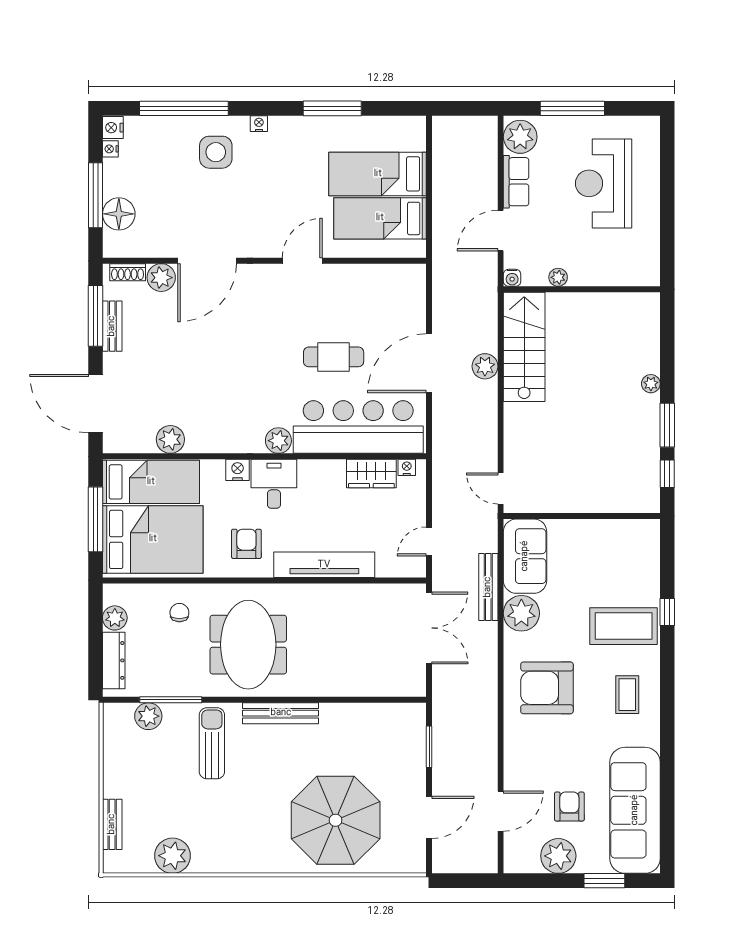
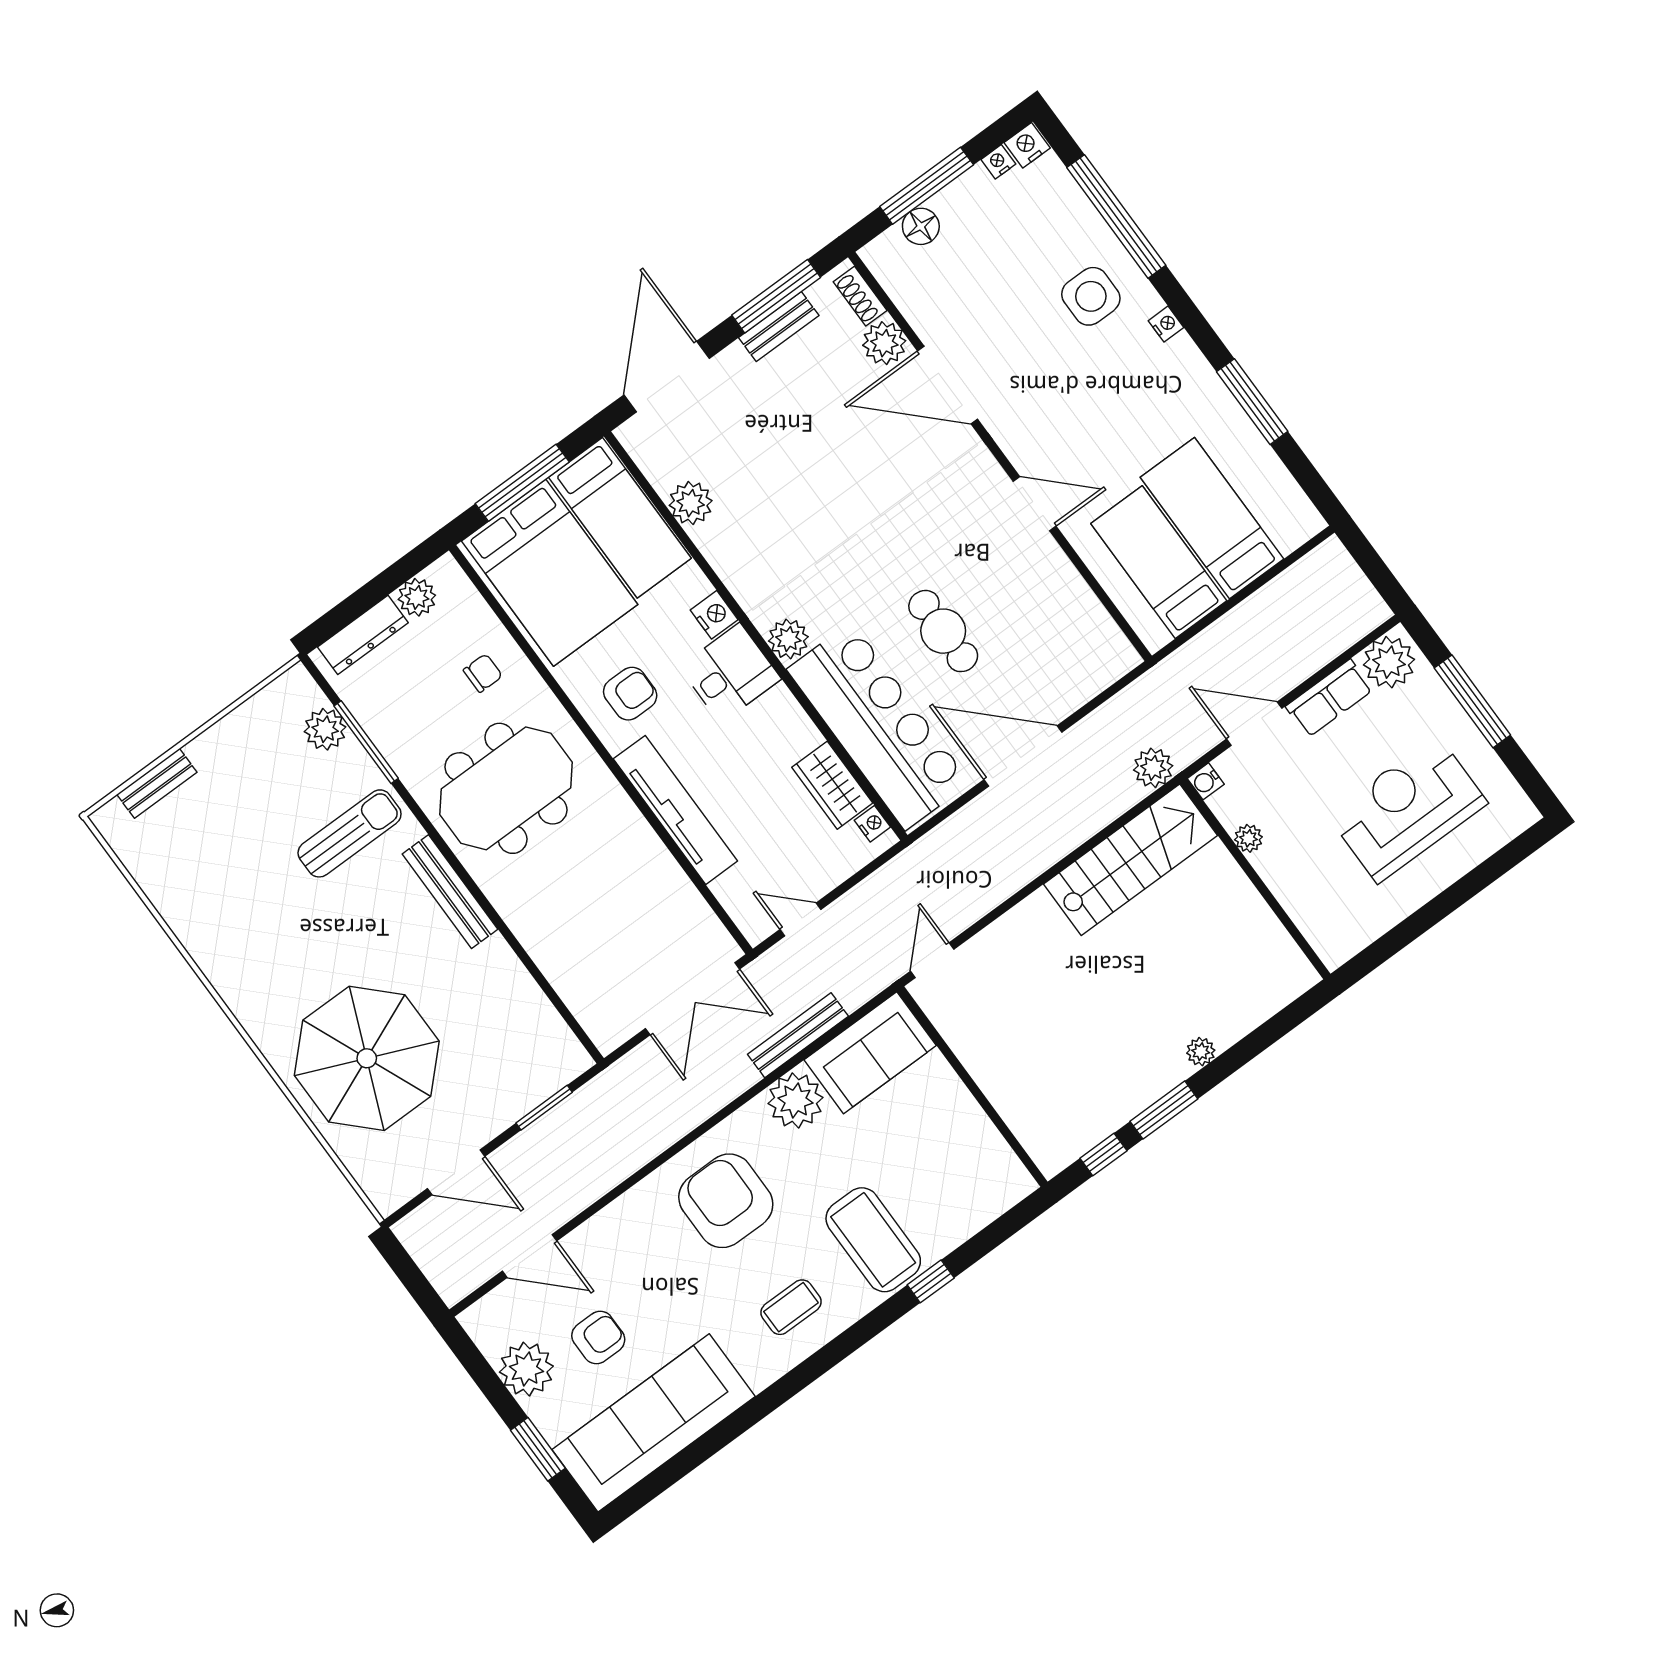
floor lamp: (119, 214) -> (921, 226), width x0.73, depth x0.73
plant: (485, 366) -> (1153, 768), moved
plant: (172, 856) -> (173, 887), removed

